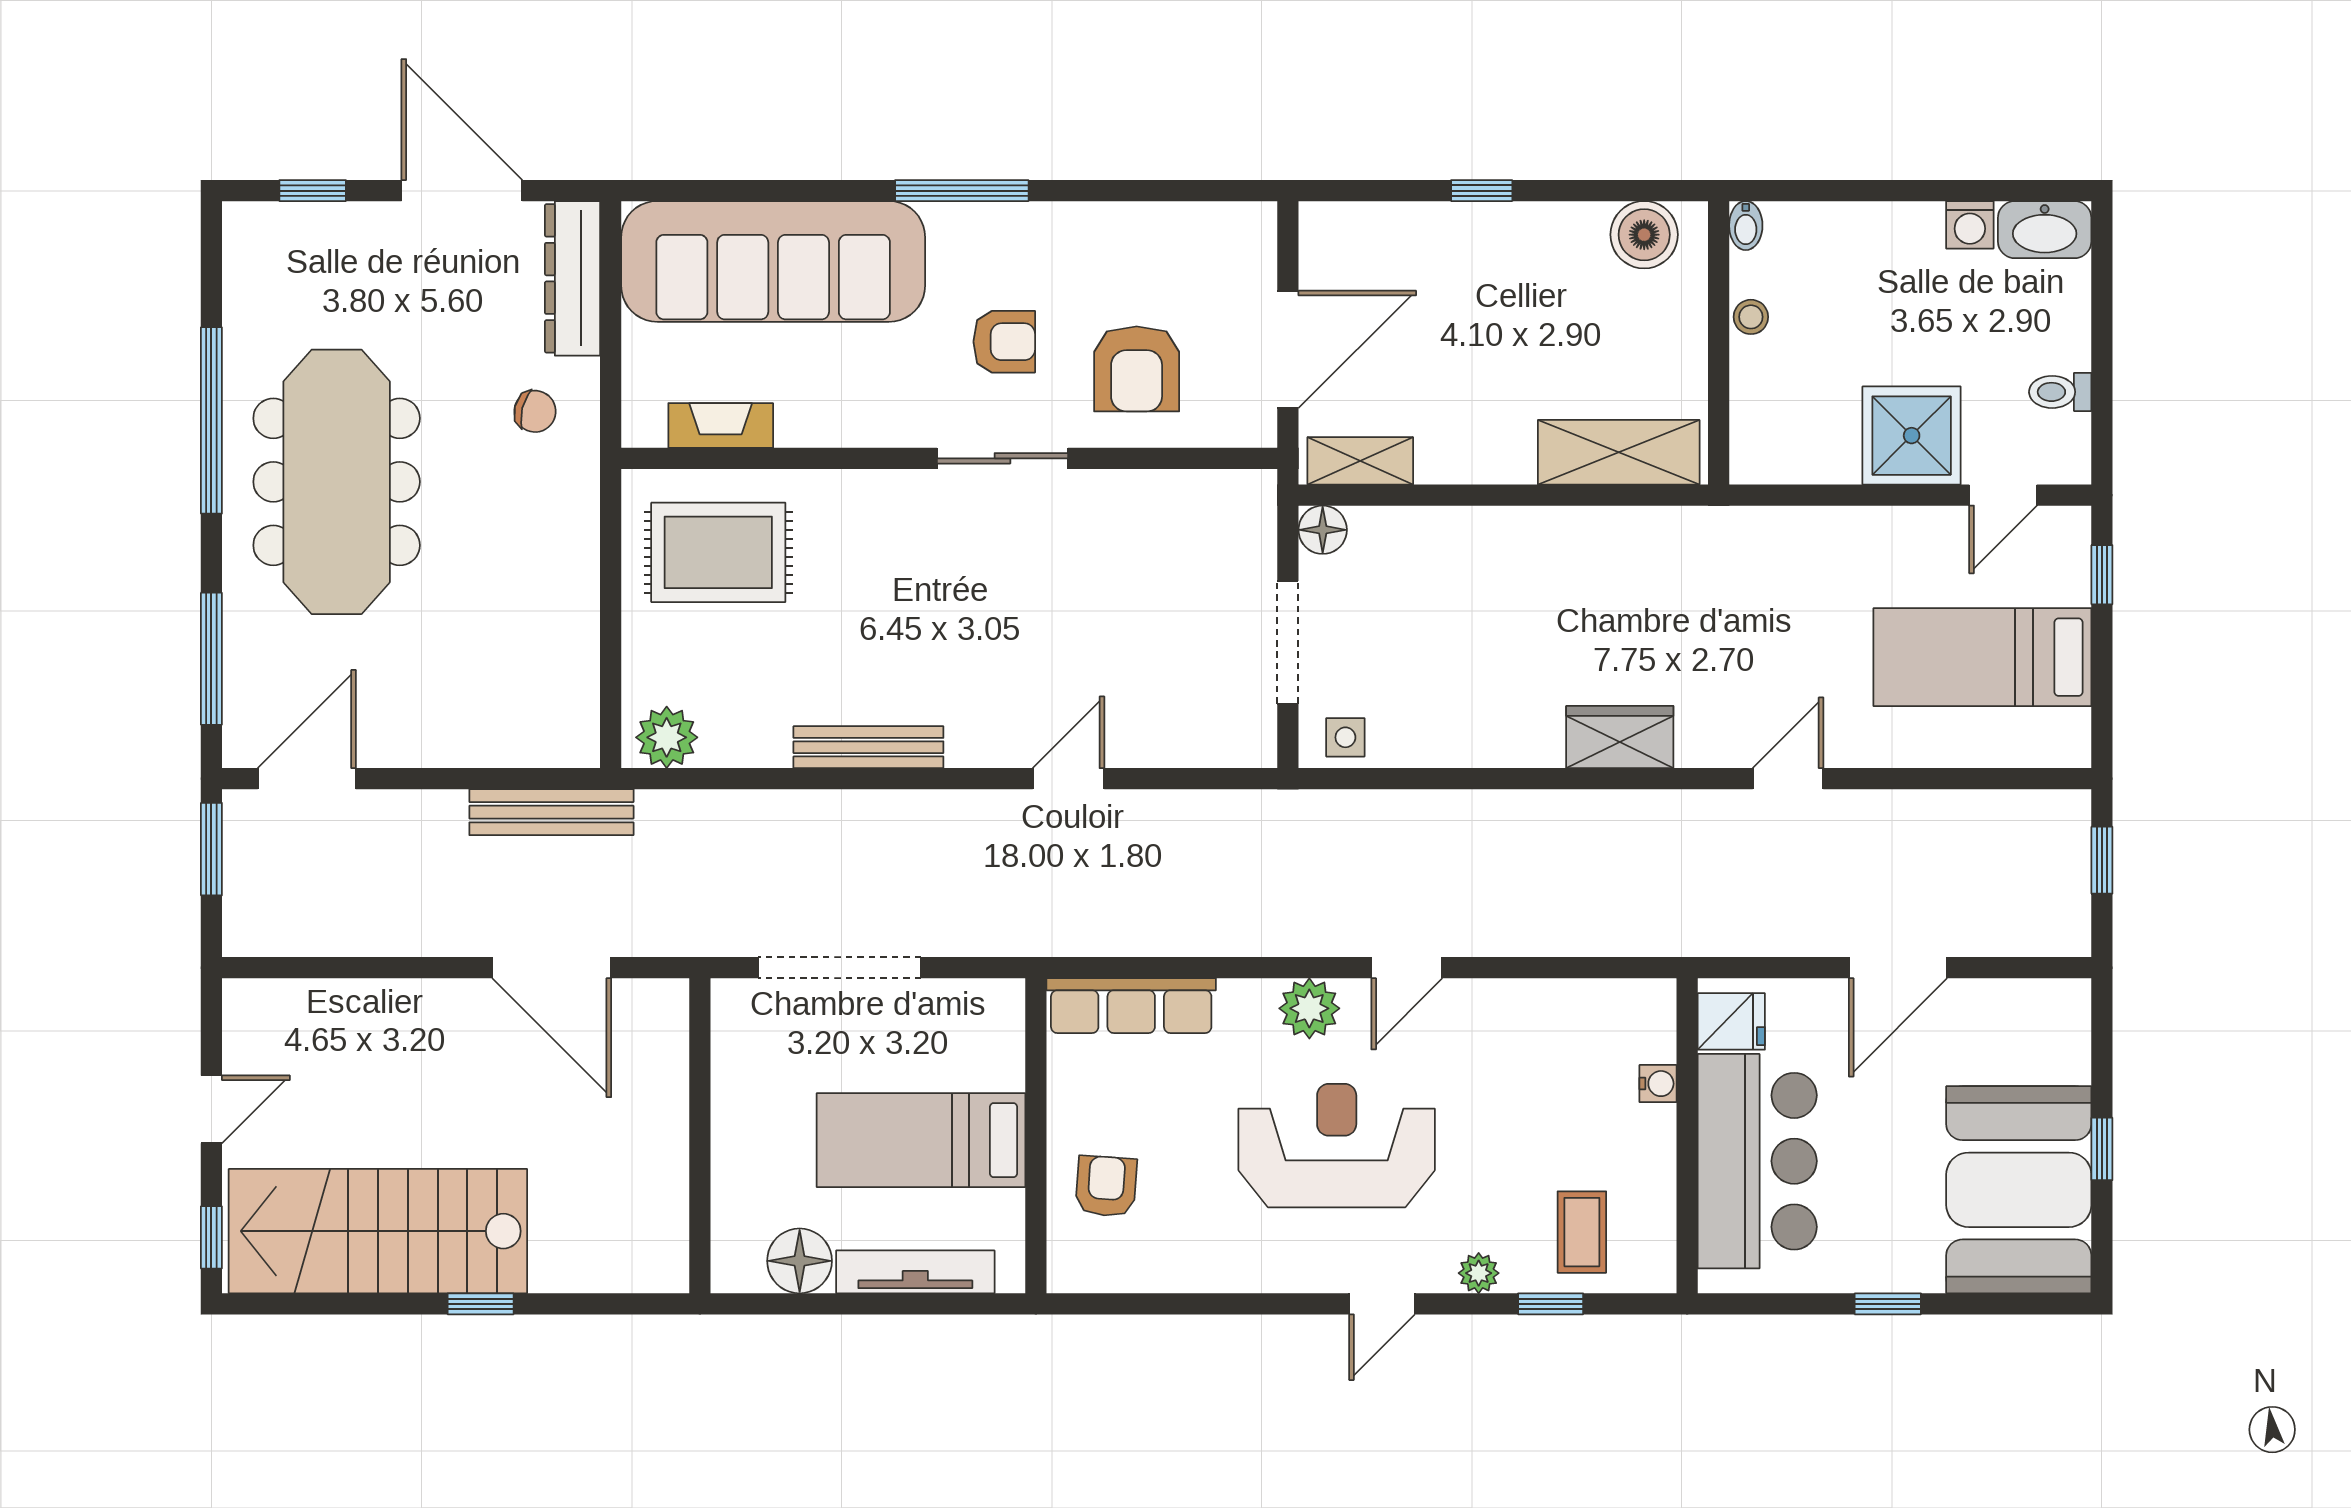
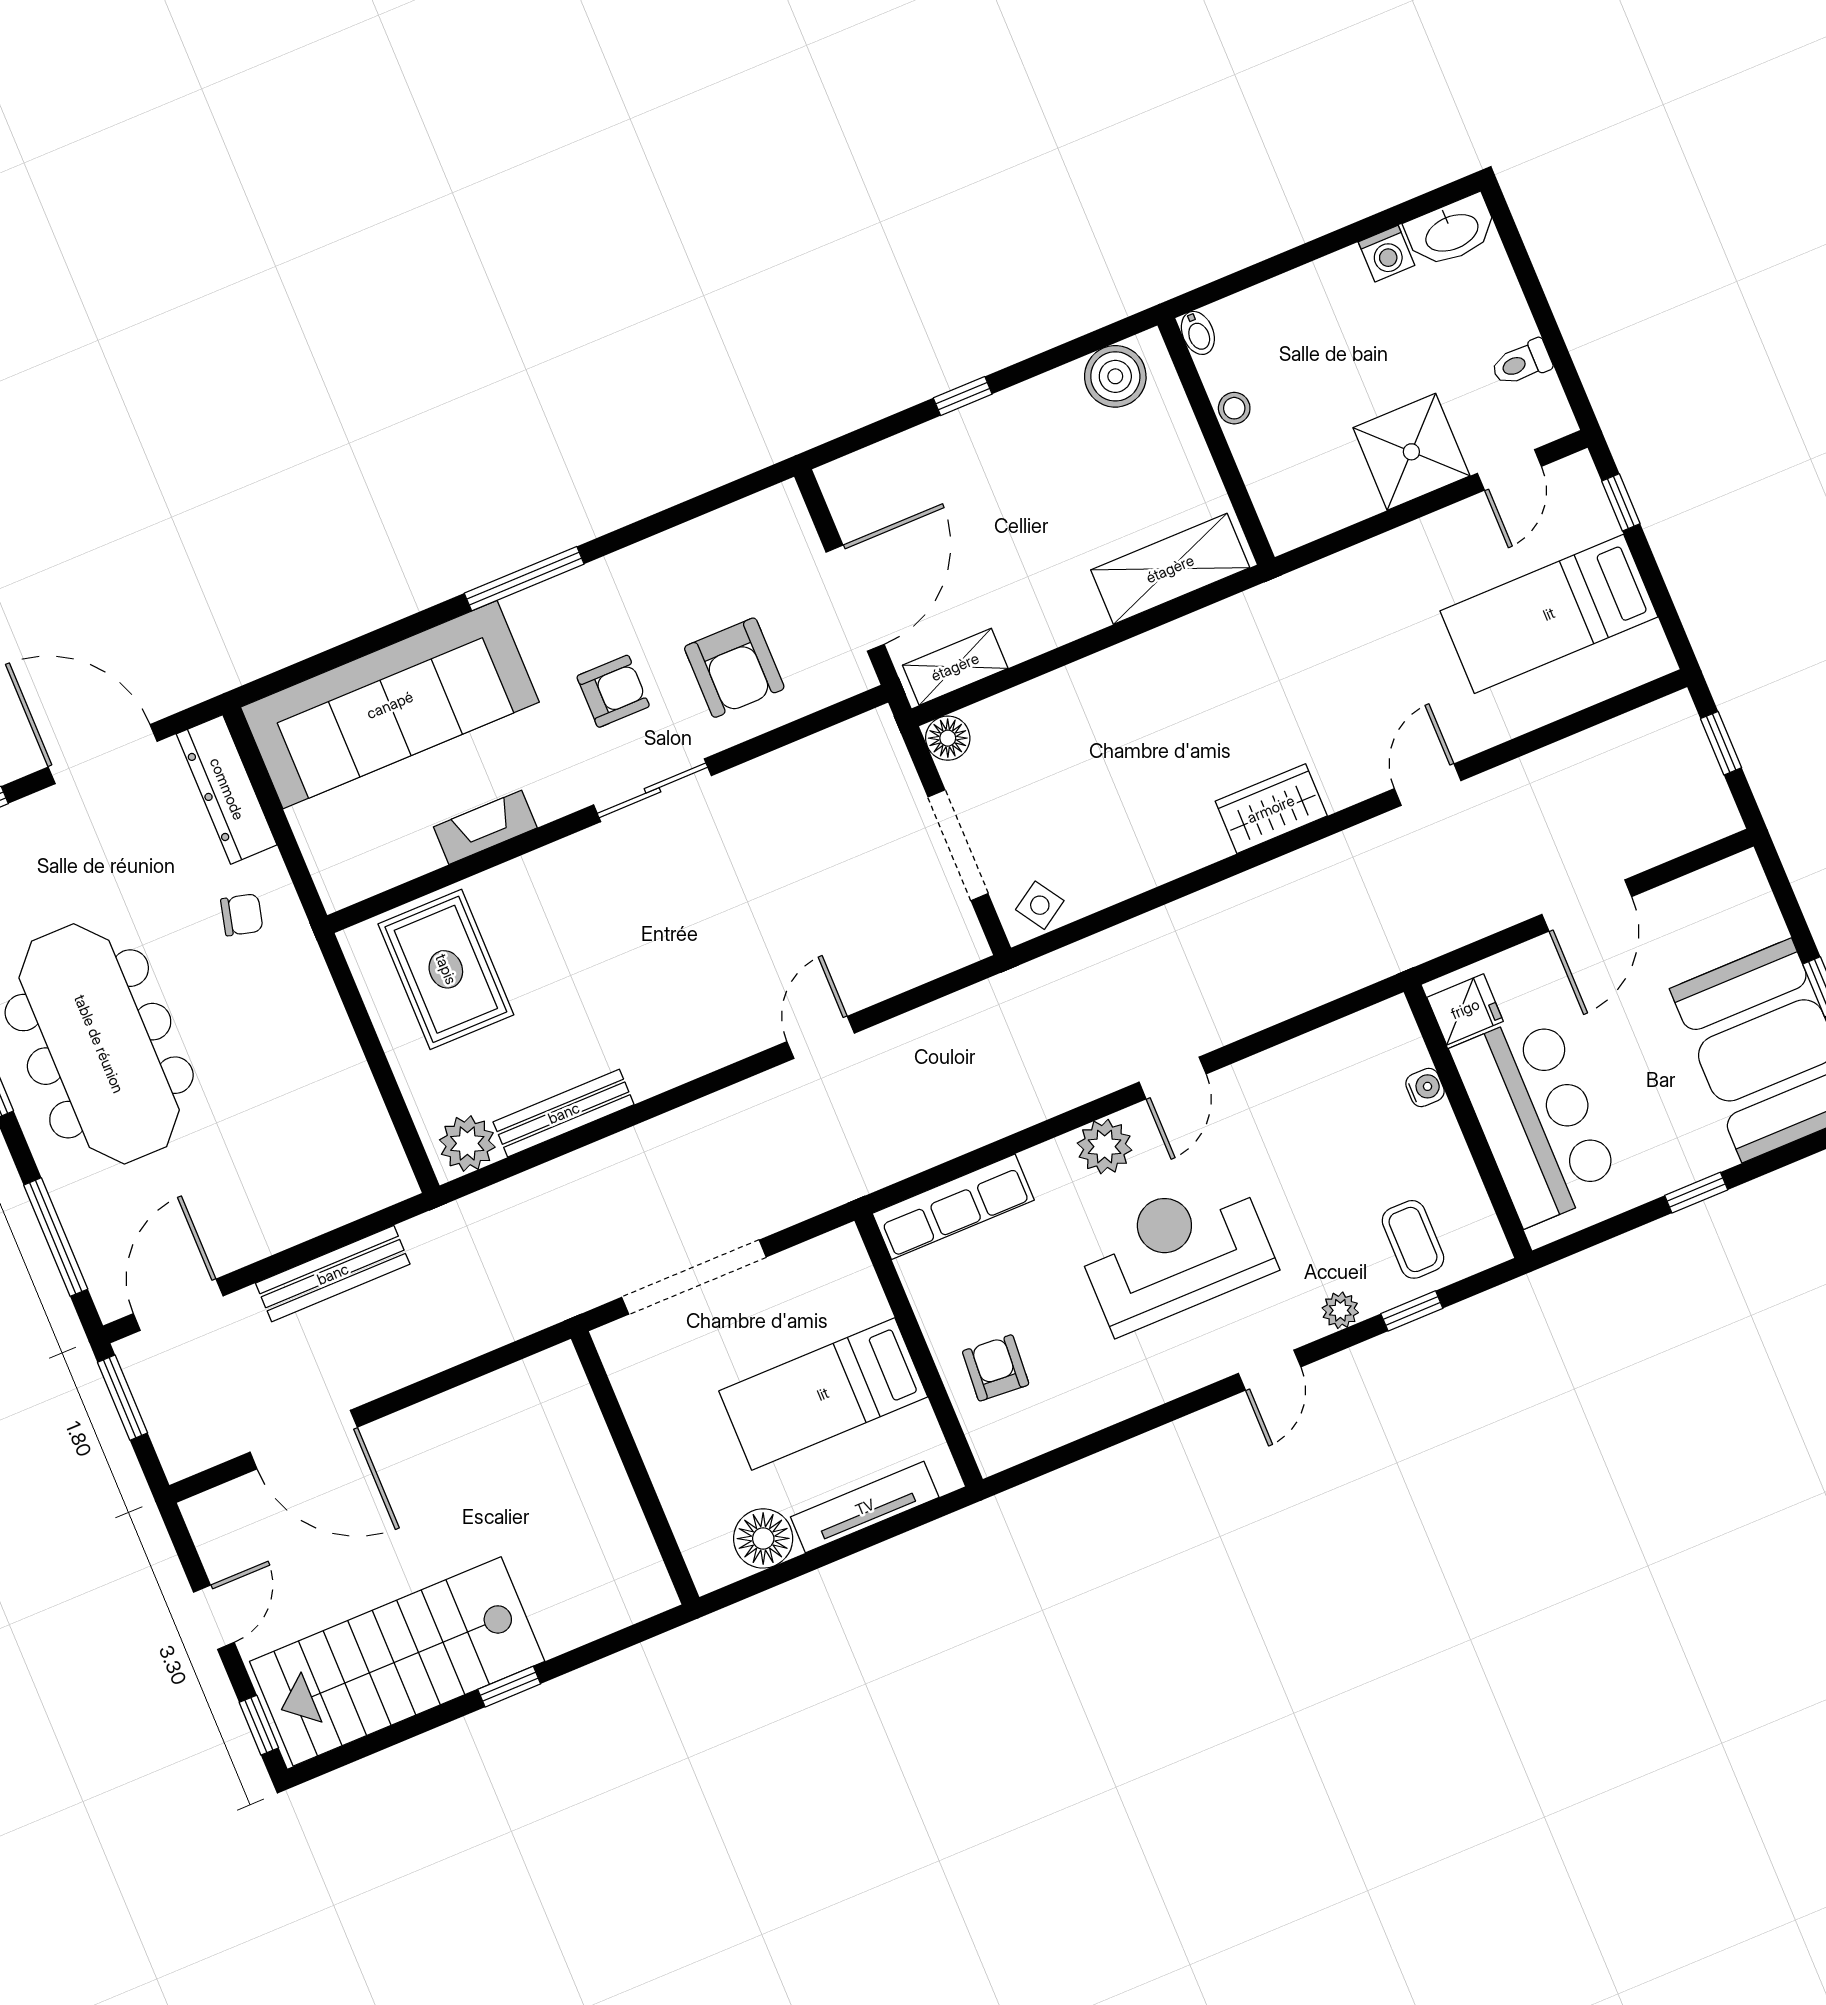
fireplace: (721, 425) -> (485, 827), moved
rug: (718, 552) -> (446, 969), turned 90
side table: (1345, 737) -> (1040, 905), turned -33
bench: (868, 747) -> (564, 1113), moved
bench: (551, 812) -> (333, 1274), moved
door: (552, 968) -> (304, 1440), moved

